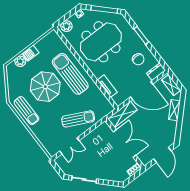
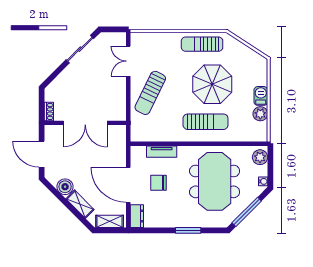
chair: (138, 59) -> (158, 183), moved
plant: (20, 61) -> (260, 114), moved
sun lounger: (70, 74) -> (206, 122), width x0.73, depth x0.75
door: (142, 91) -> (128, 185), hinge flipped
shelving: (123, 114) -> (118, 145), removed
boiler: (171, 127) -> (65, 187), added

